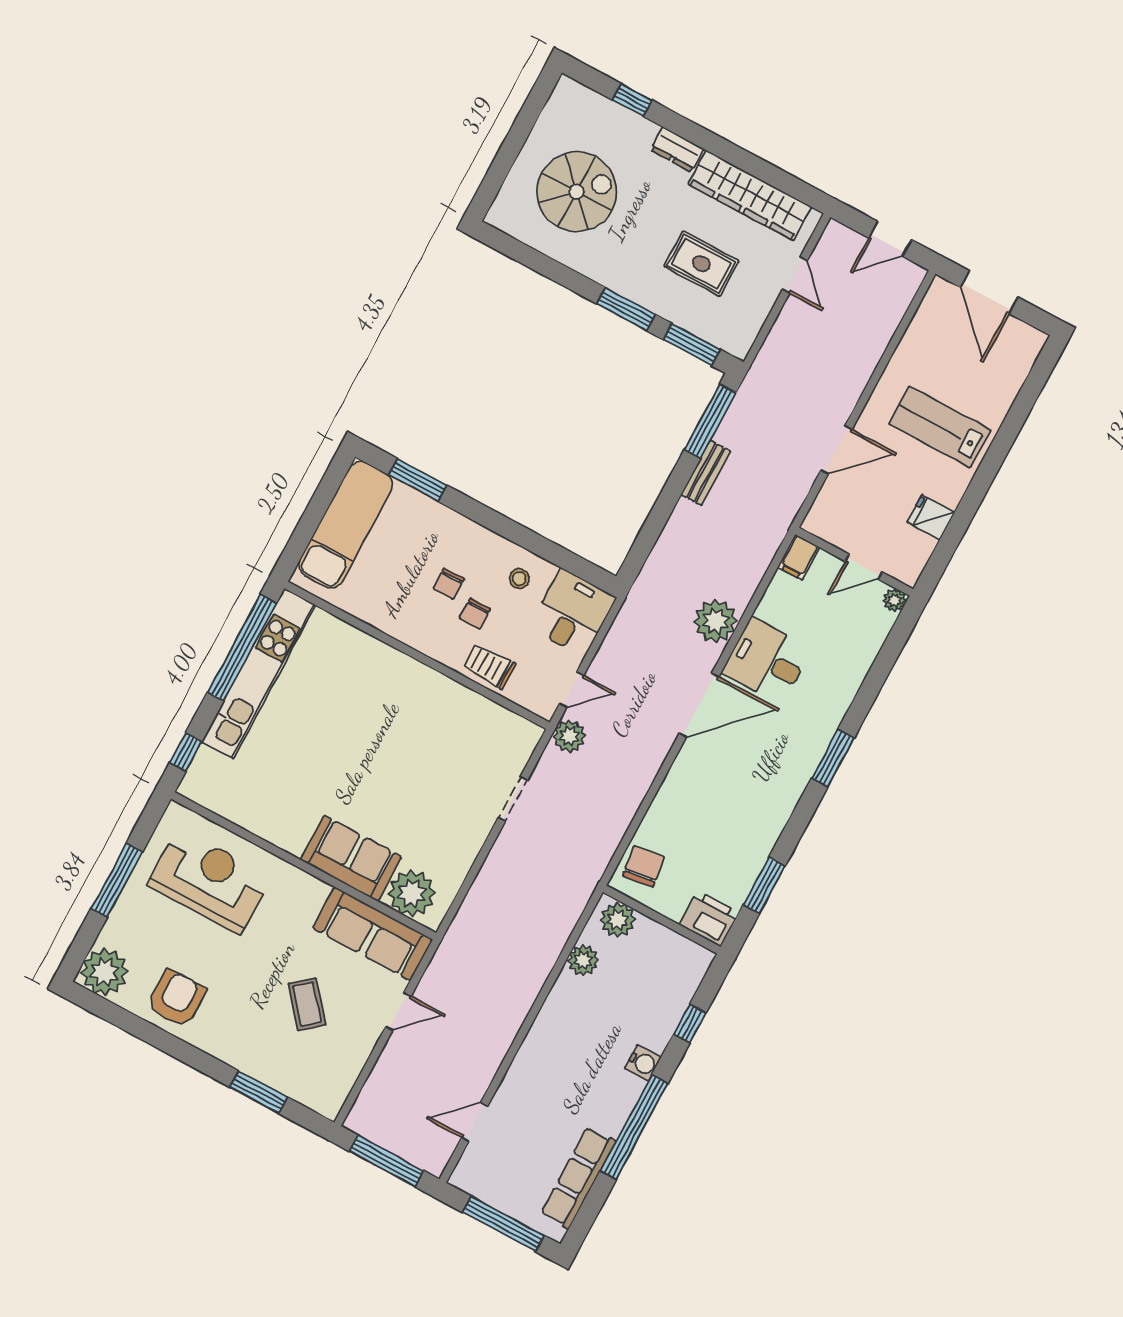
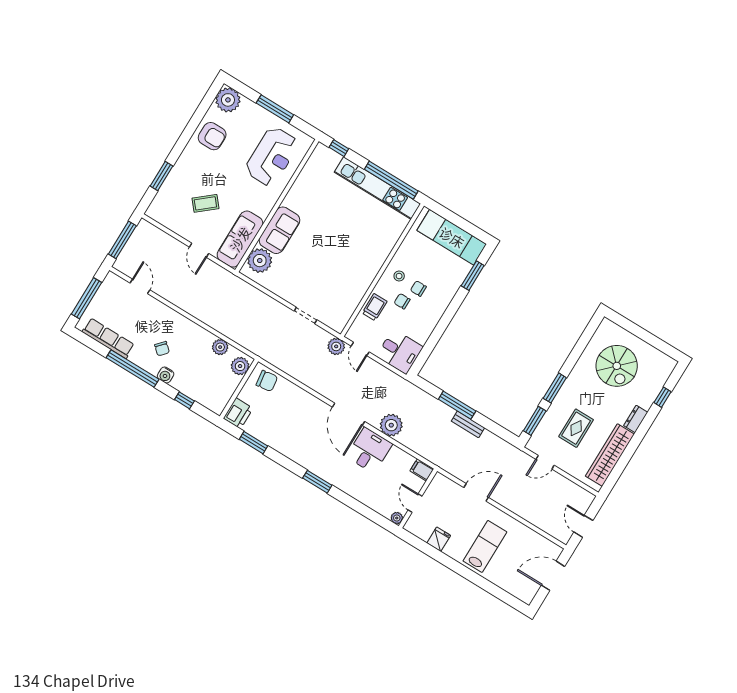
door: (795, 275) -> (545, 462), moved
window: (710, 421) -> (457, 405), moved
door: (836, 450) -> (476, 492), swing flipped
stool: (519, 579) -> (399, 276), moved
chair: (592, 1072) -> (162, 349), added

